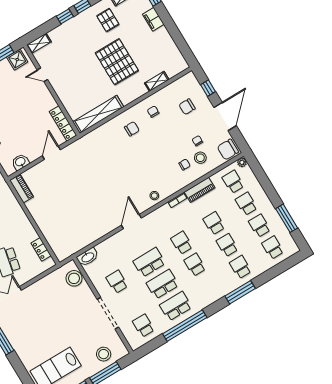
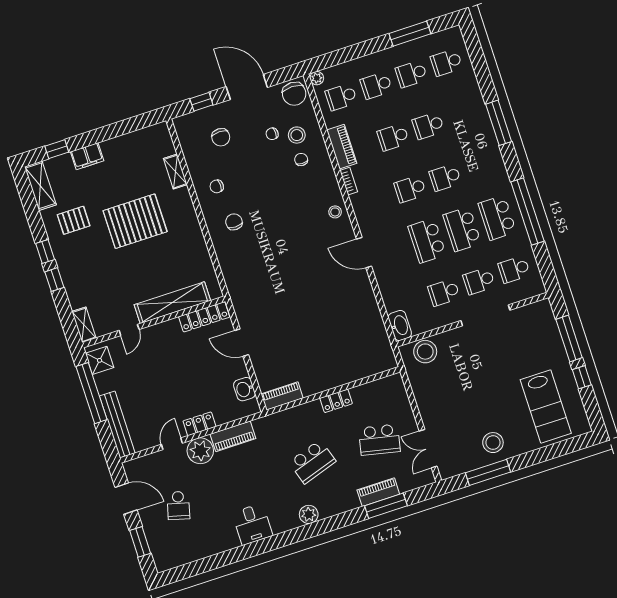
shelving: (98, 114) -> (172, 303), moved, turned 90
locker: (41, 249) -> (336, 401), moved
school desk: (240, 267) -> (479, 281), moved
stool: (104, 354) -> (493, 443), moved

